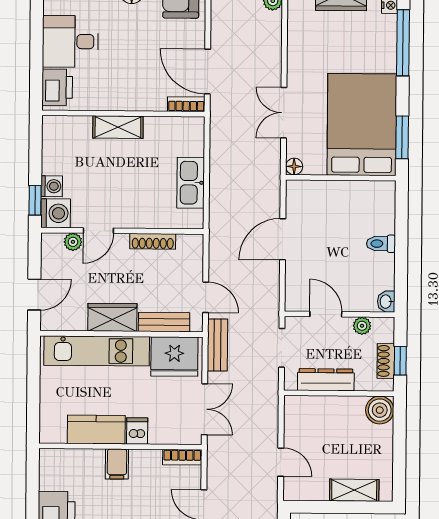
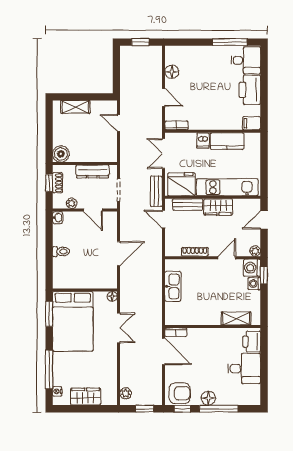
shelving: (118, 127) -> (236, 319), moved
plant: (73, 242) -> (255, 251), moved
filing cabinet: (117, 464) -> (252, 123), moved, turned -90

